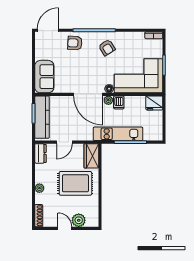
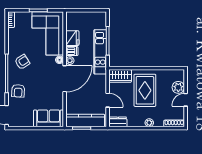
fridge: (154, 103) -> (72, 38), moved

